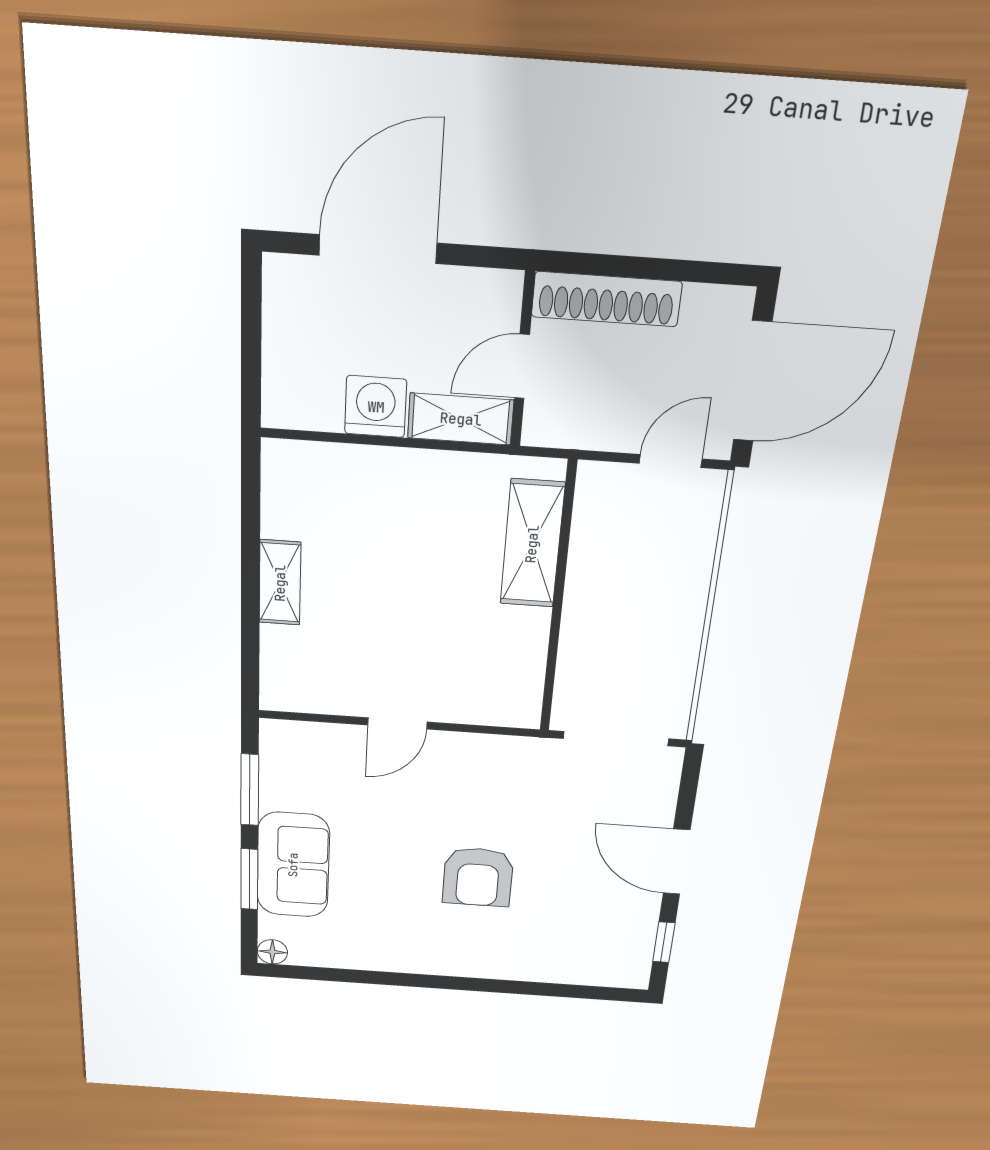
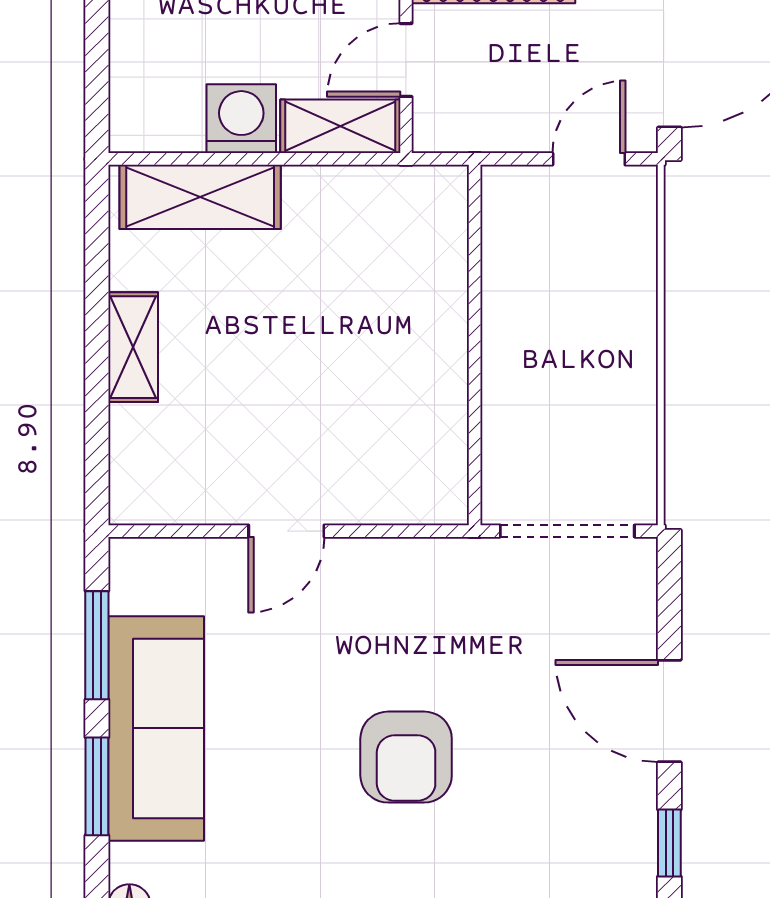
shelving: (532, 544) -> (200, 197), moved, turned 90
sofa: (293, 865) -> (156, 728), width x1.36

